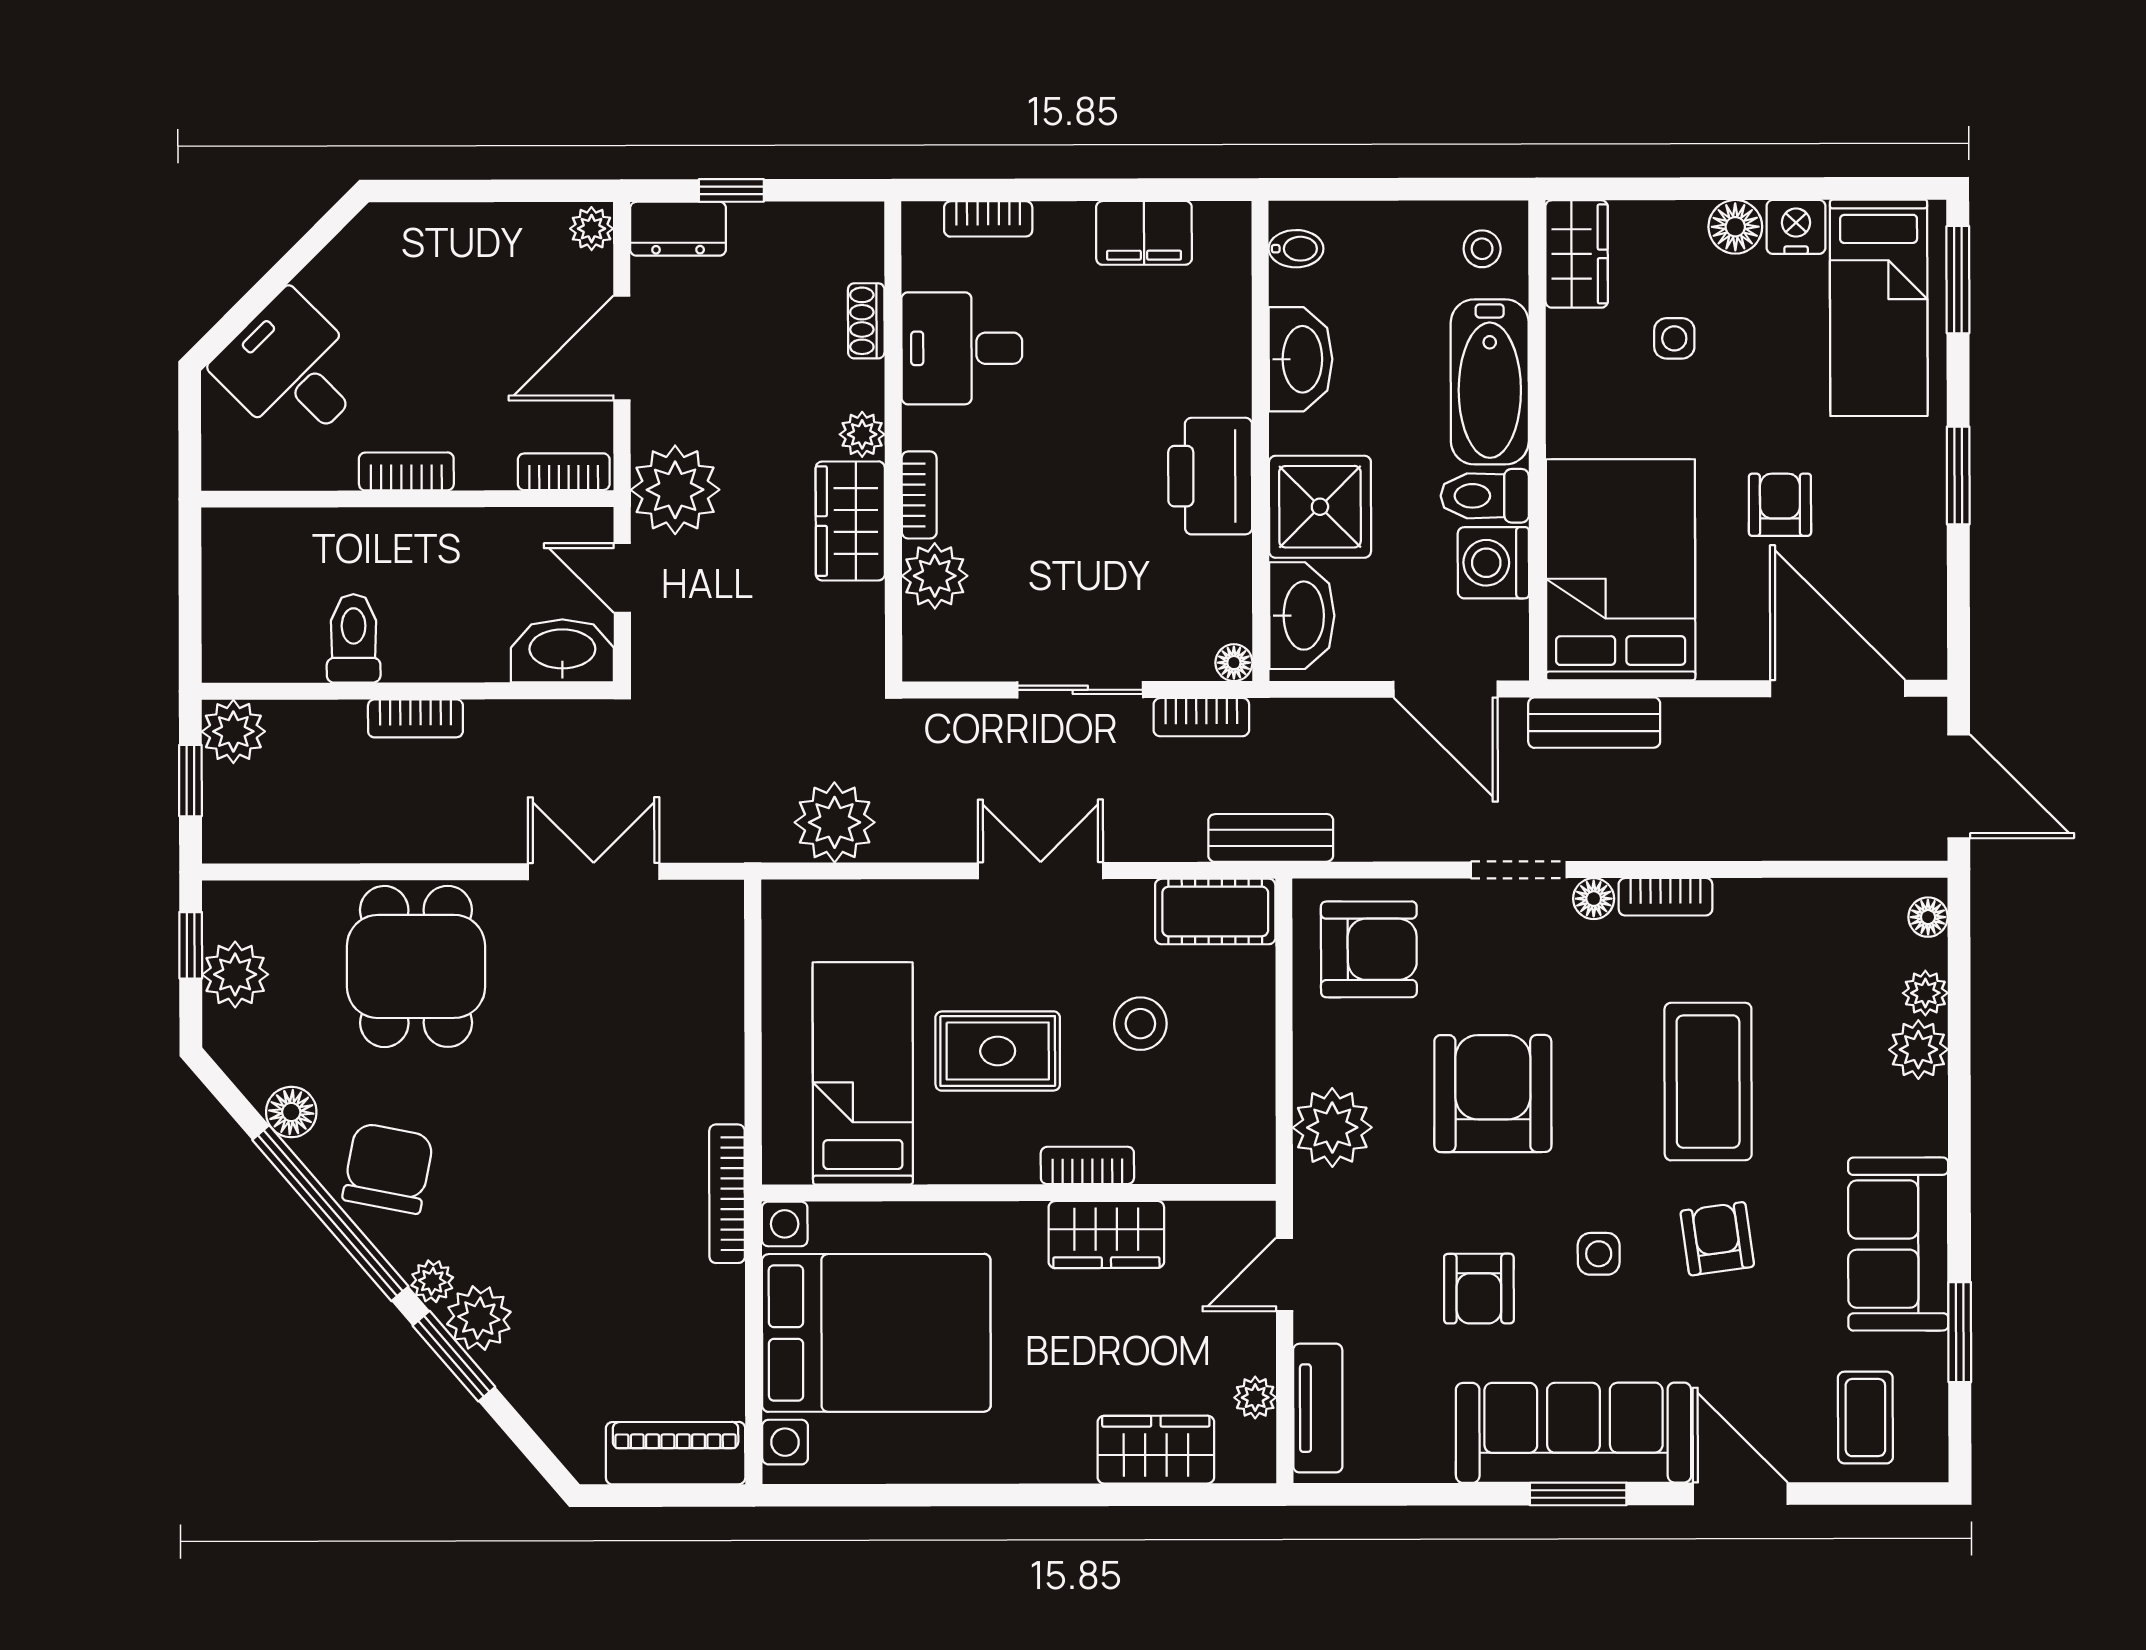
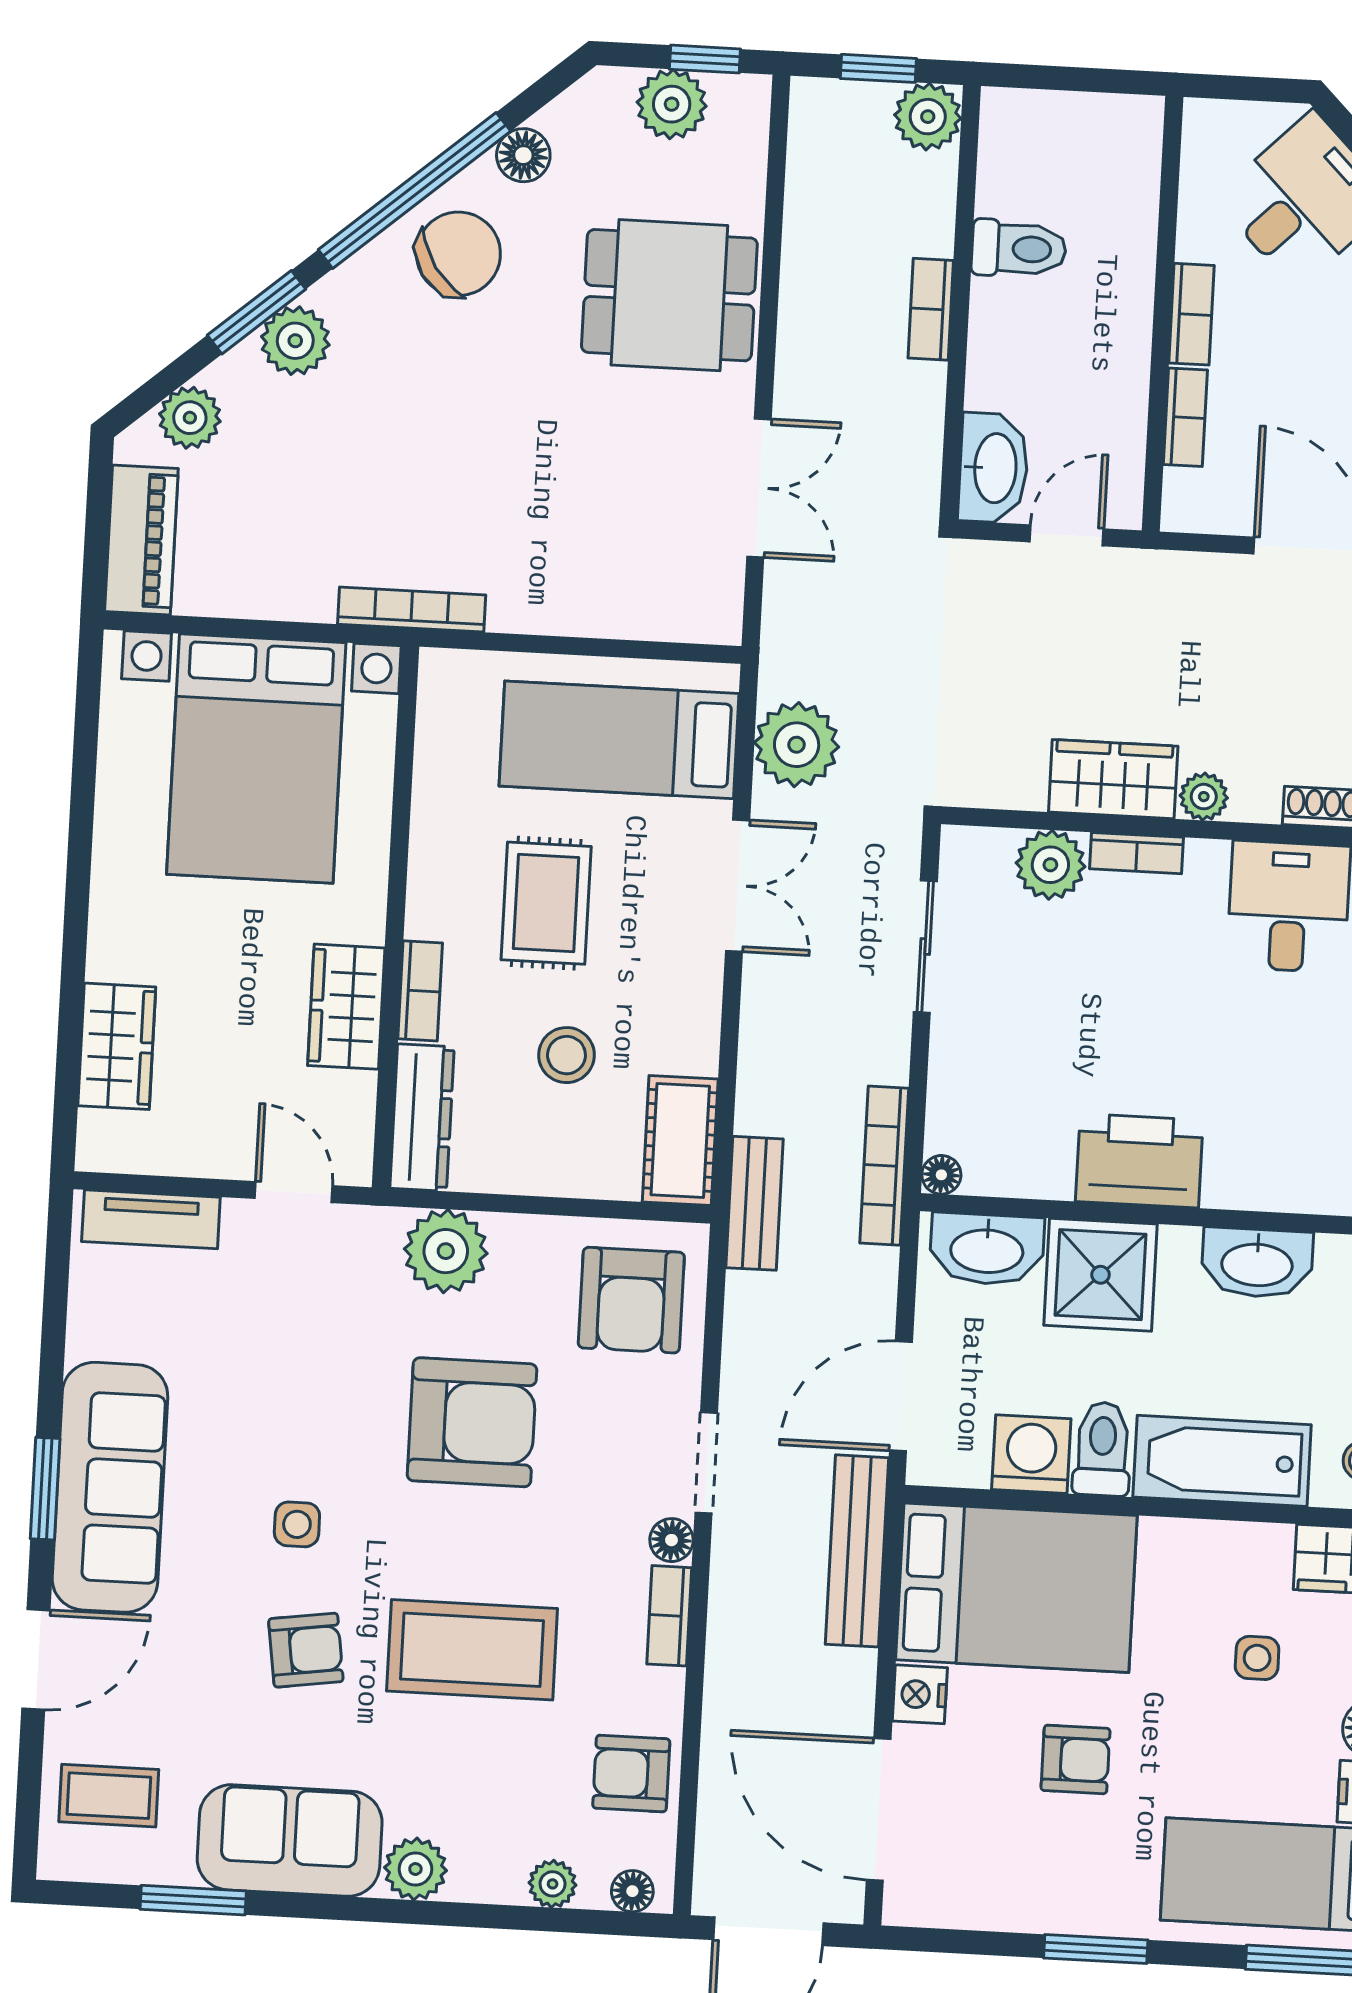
bookcase: (564, 472) -> (1185, 417), moved
plant: (675, 490) -> (1156, 596), removed
nightstand: (1727, 656) -> (920, 1694), added
door: (1838, 688) -> (879, 1809), swing flipped
sliding door: (1080, 690) -> (925, 947), moved
bookcase: (1201, 717) -> (884, 1166), width x1.56
bench: (1594, 723) -> (857, 1551), width x1.36
double door: (1041, 871) -> (738, 886), moved
plant: (1918, 1050) -> (415, 1869), moved
bed: (863, 1073) -> (619, 740), moved, turned 180
dresser: (1207, 1157) -> (422, 1118), added
chair: (388, 1168) -> (458, 254), turned -45
plant: (432, 1281) -> (190, 418), moved, width x1.38, depth x1.38
armchair: (1479, 1289) -> (631, 1774), moved
plant: (1255, 1397) -> (166, 1154), removed

